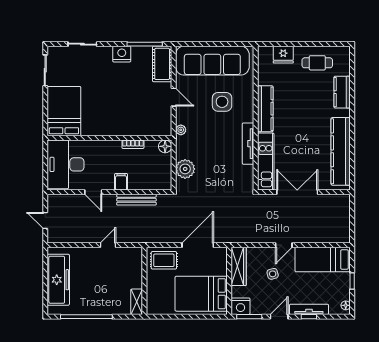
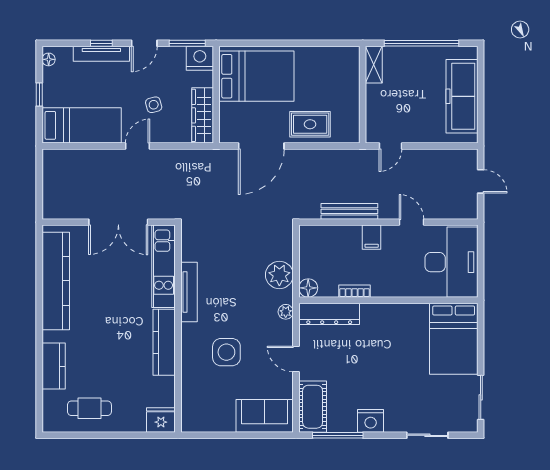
fridge: (283, 55) -> (161, 420), moved
sofa: (212, 61) -> (265, 416), width x0.54, depth x0.79
dresser: (151, 128) -> (329, 314), added
plant: (185, 169) -> (279, 275), moved
wall: (144, 281) -> (363, 95), moved
shelving: (137, 302) -> (374, 65), moved

